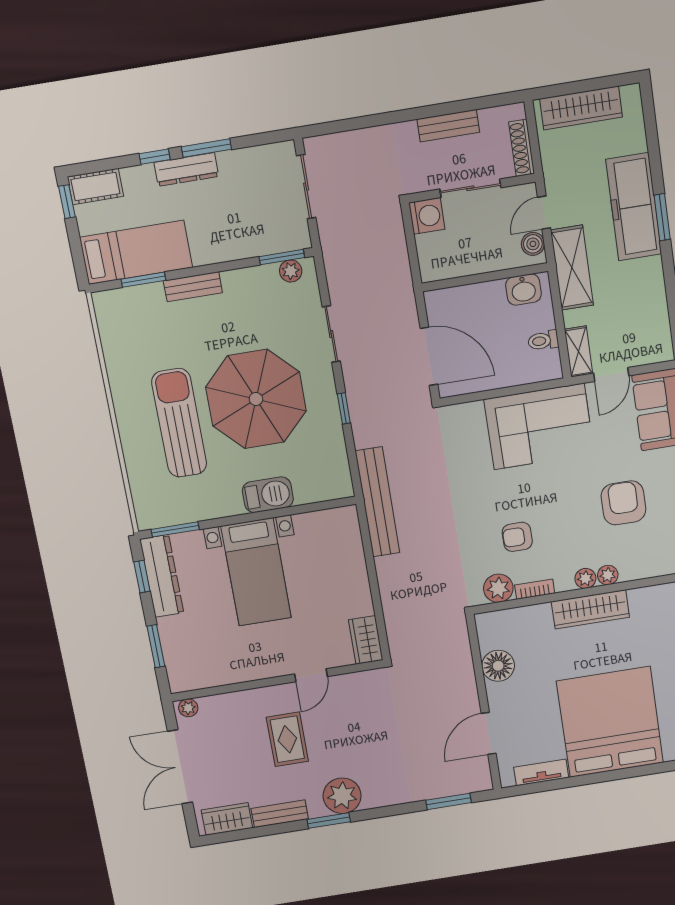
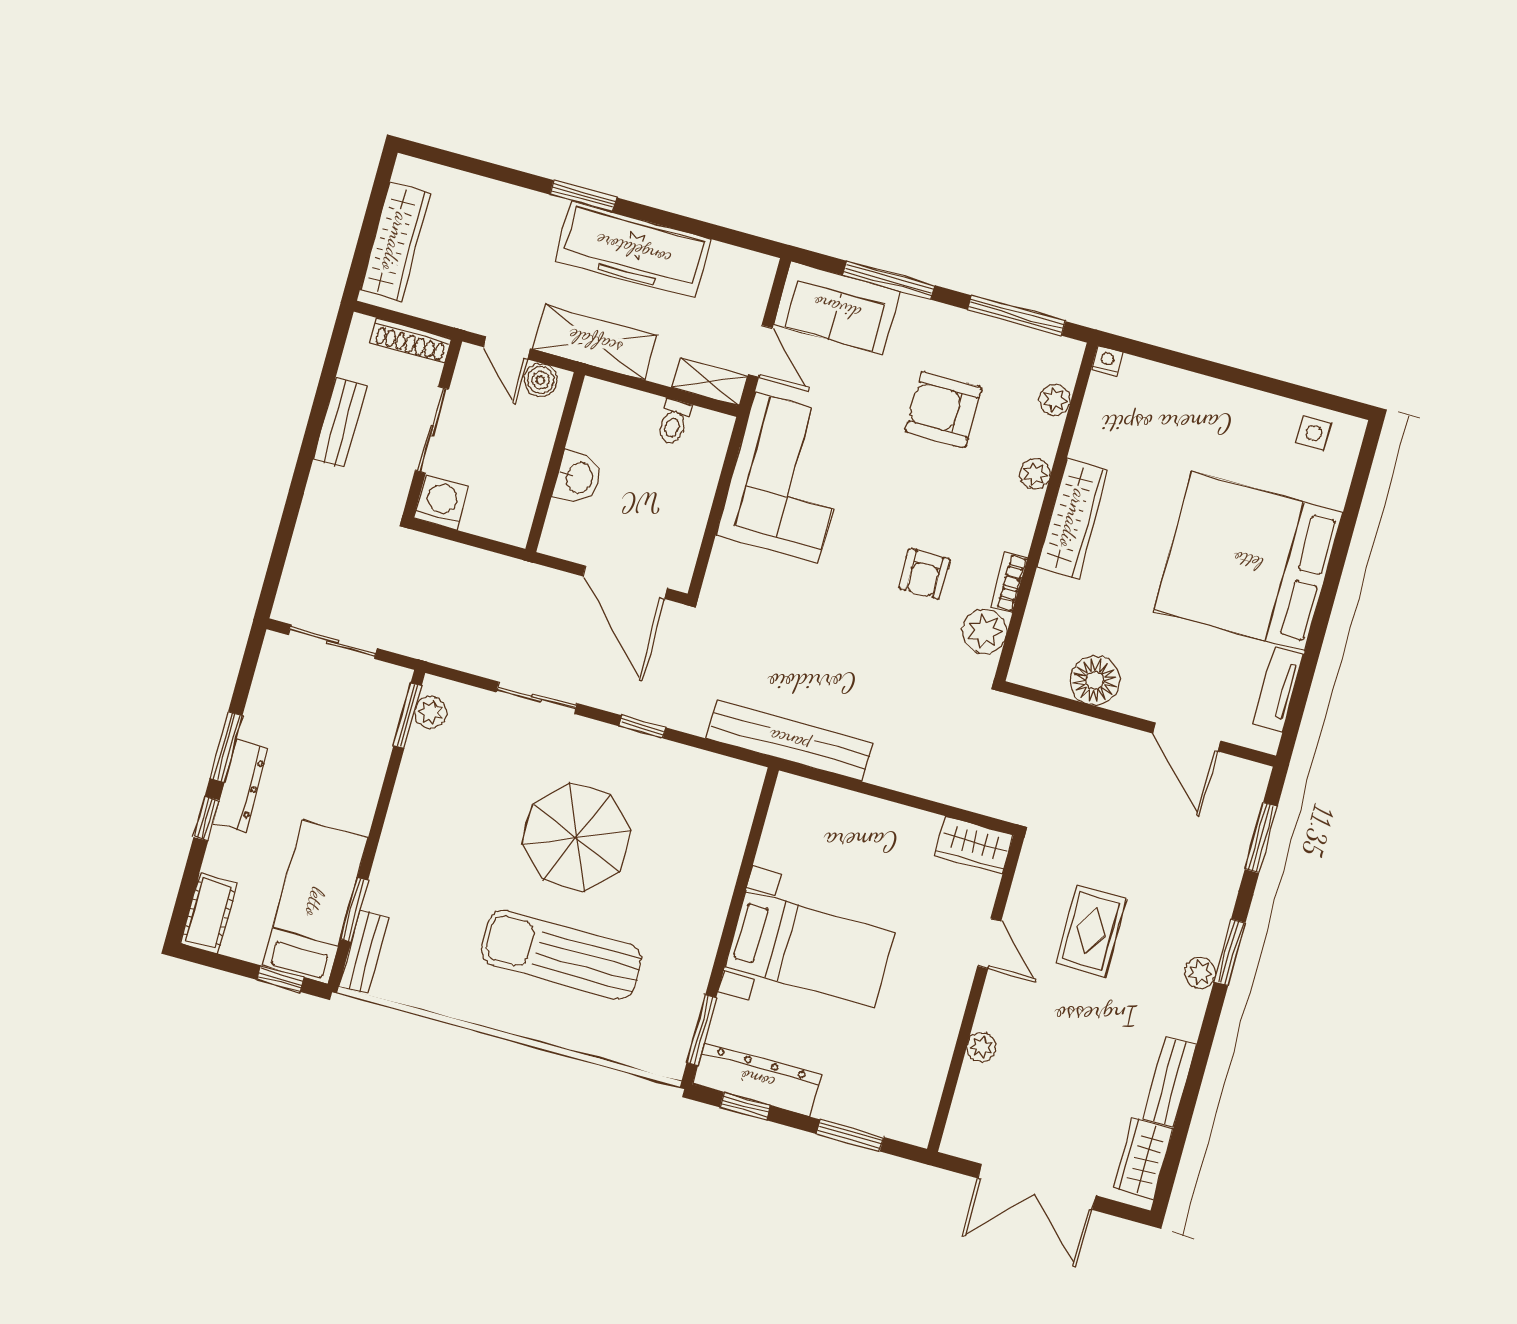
window: (67, 202) -> (280, 979), moved
freezer: (634, 207) -> (633, 250), moved
bench: (193, 287) -> (364, 952), moved
washbasin: (523, 290) -> (578, 478), moved
door: (429, 356) -> (625, 582), swing flipped
parasol: (256, 399) -> (576, 838), width x0.73, depth x0.73
barbecue: (268, 495) -> (712, 883), removed
plant: (585, 578) -> (1055, 400), moved
plant: (188, 708) -> (981, 1047), moved
rug: (287, 739) -> (1091, 931), moved, turned 90
plant: (342, 796) -> (1200, 973), width x0.53, depth x0.53
window: (329, 821) -> (1230, 952), moved

